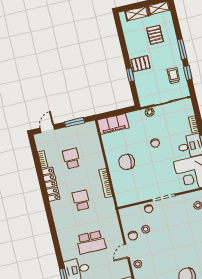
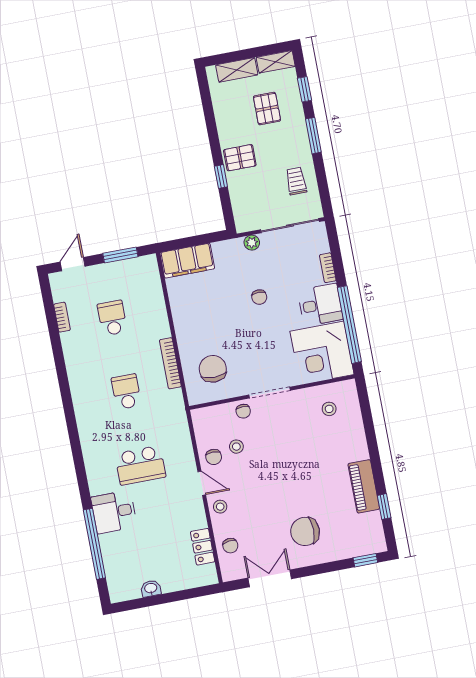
window: (188, 73) -> (305, 89), moved
chair: (127, 162) -> (213, 369), moved, turned 90
locker: (51, 184) -> (75, 361), removed
door: (127, 251) -> (202, 483), swing flipped

